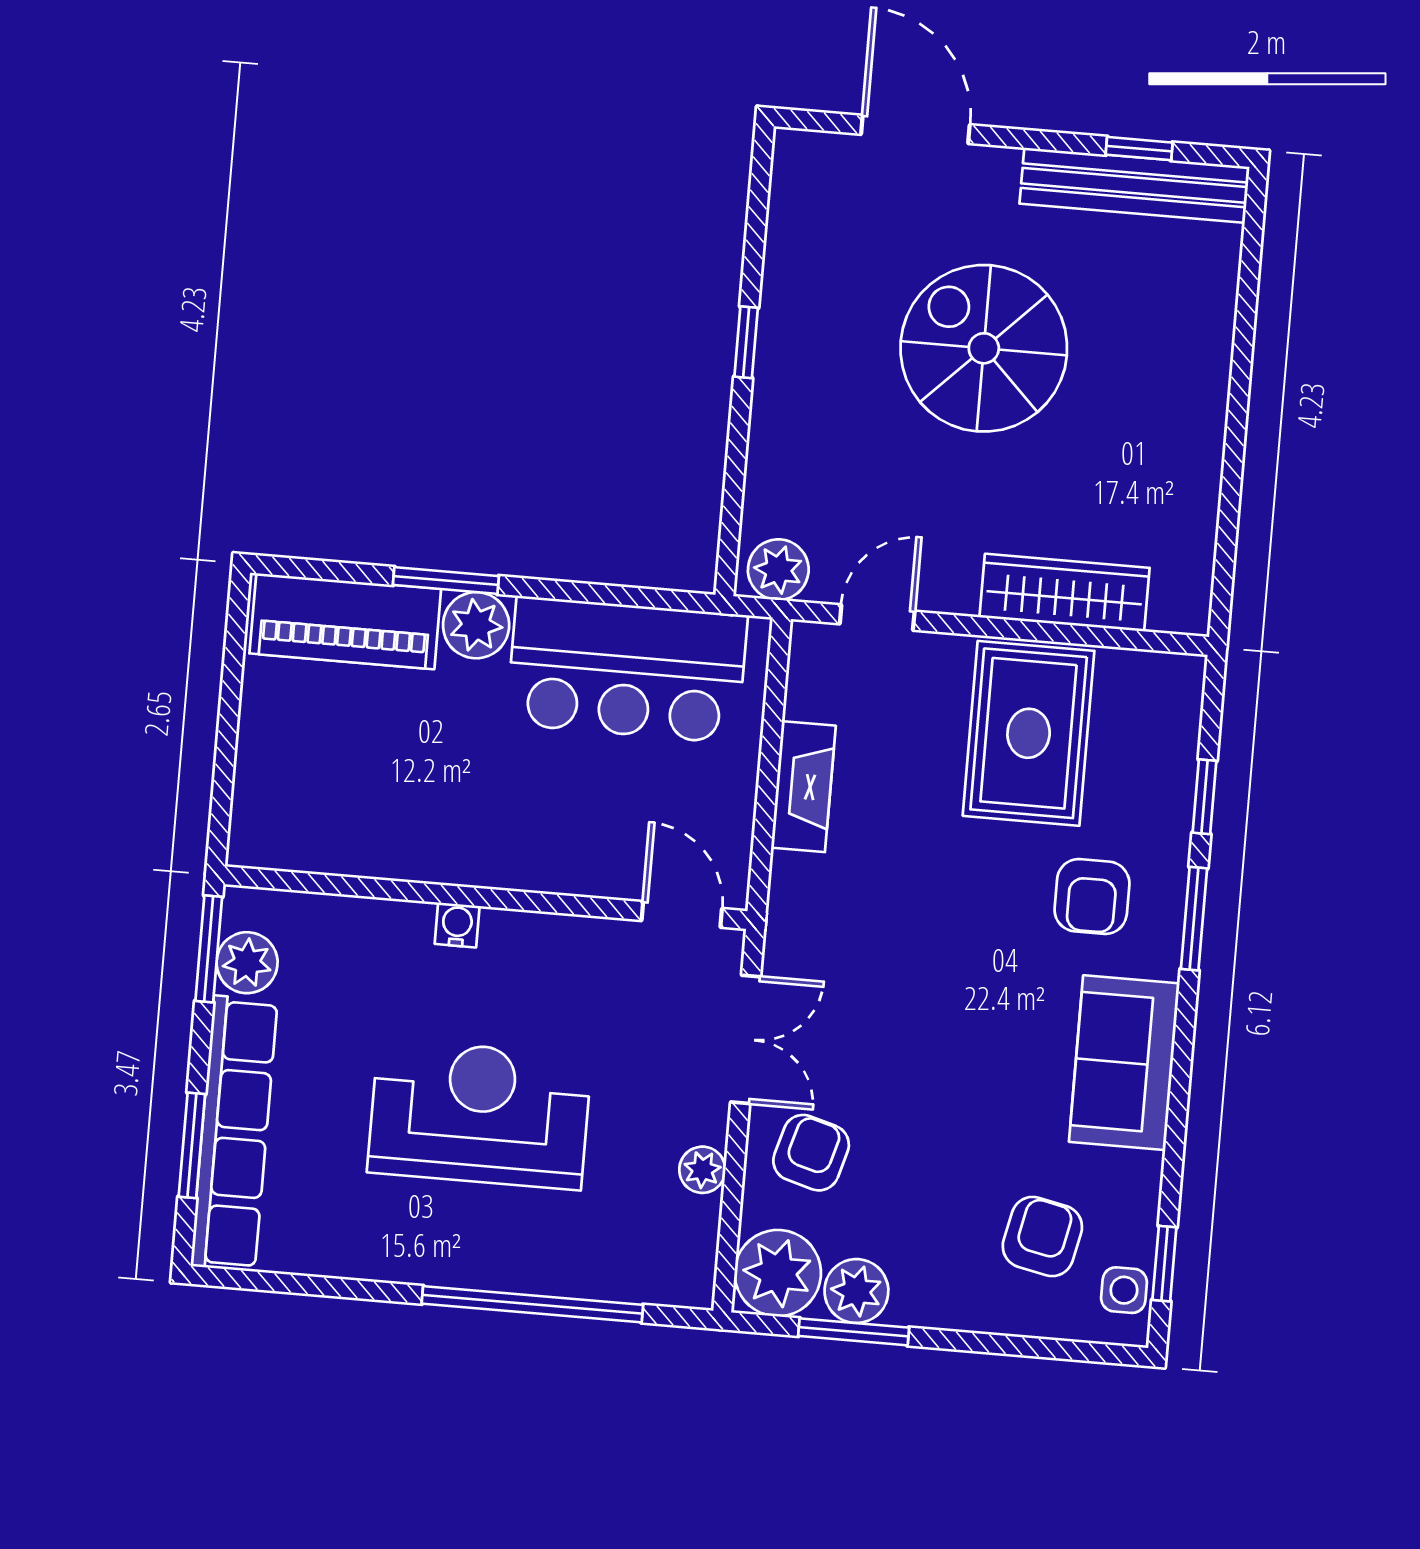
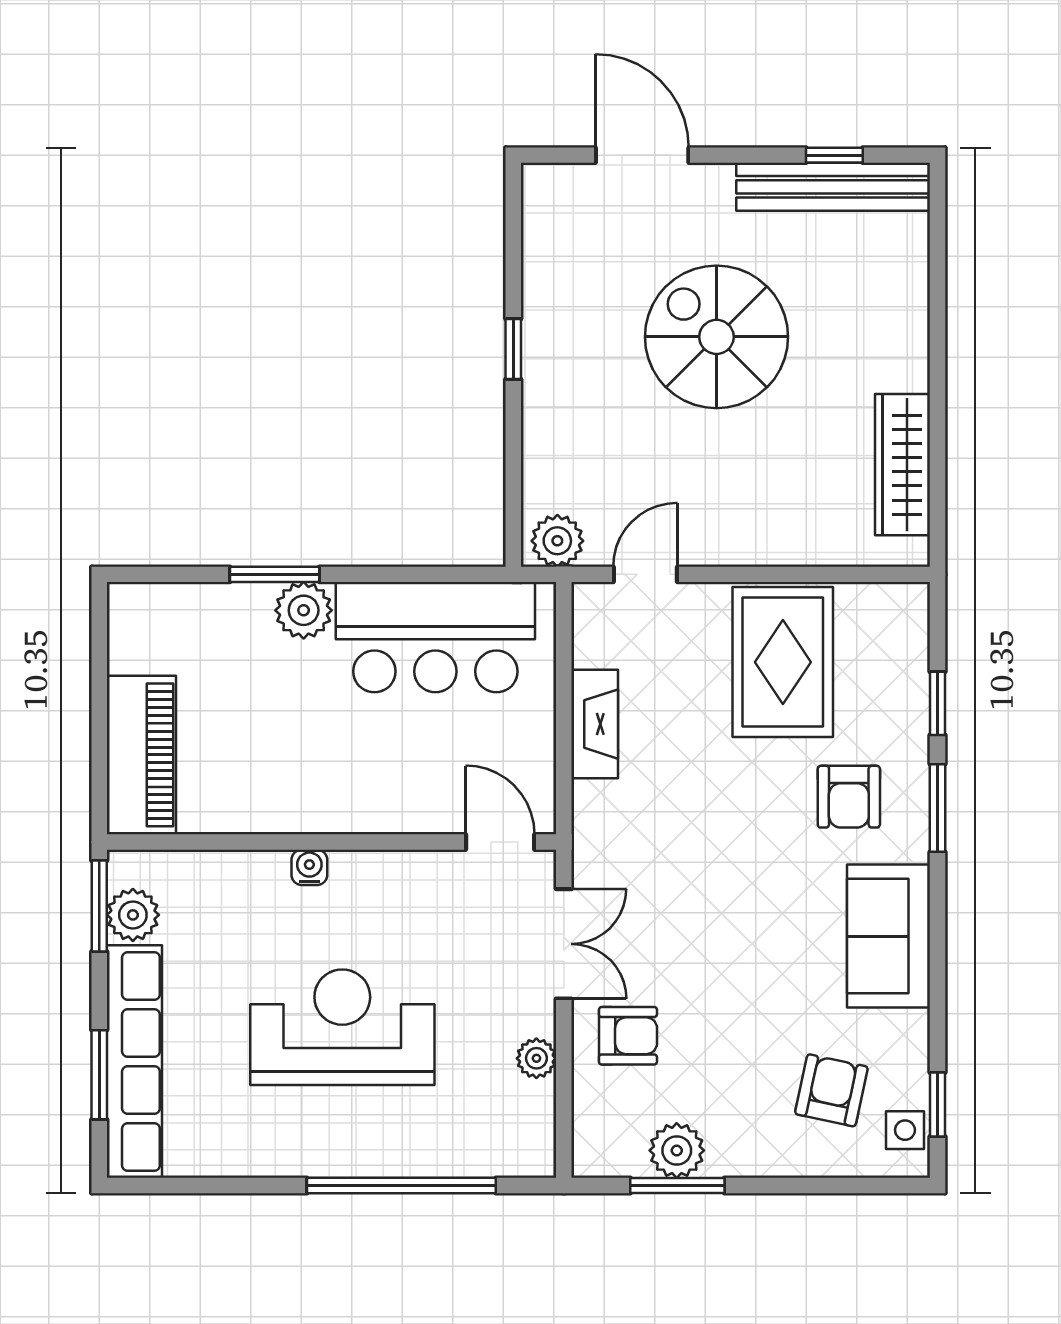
wardrobe: (1065, 593) -> (903, 465), moved, turned -90
piano: (345, 621) -> (141, 755), moved, turned -90
armchair: (811, 1153) -> (628, 1036), turned 74
plant: (778, 1273) -> (608, 1141), removed

